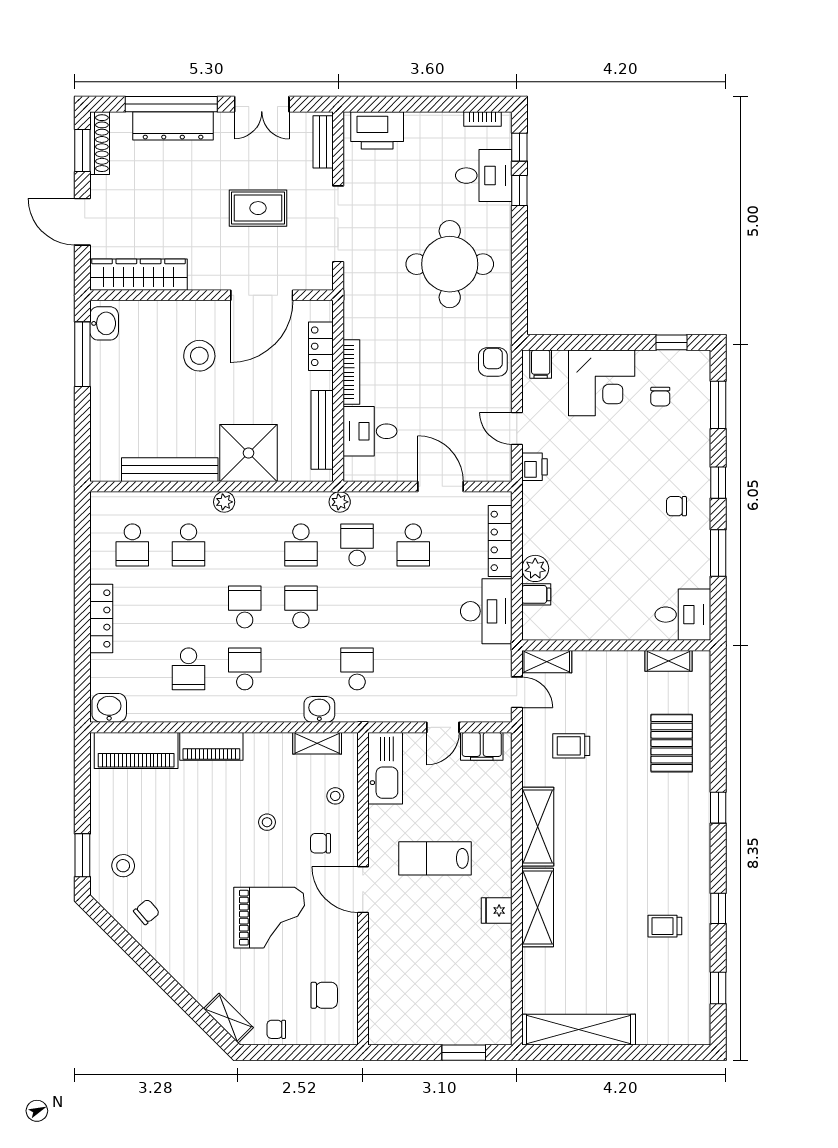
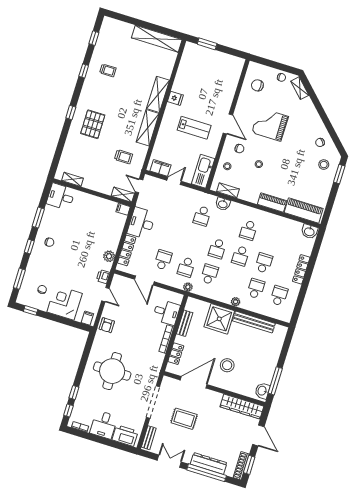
desk: (484, 176) -> (104, 425), moved, turned -90
bench: (322, 430) -> (185, 323), width x0.73
plant: (535, 568) -> (109, 256), moved
filing cabinet: (536, 594) -> (123, 209), moved
school desk: (189, 669) -> (264, 263), moved
pallet: (672, 743) -> (93, 124), moved

